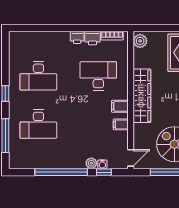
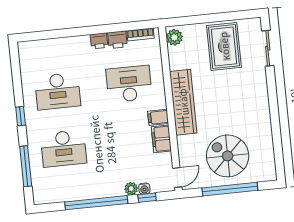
filing cabinet: (121, 124) -> (161, 139), width x2.00

